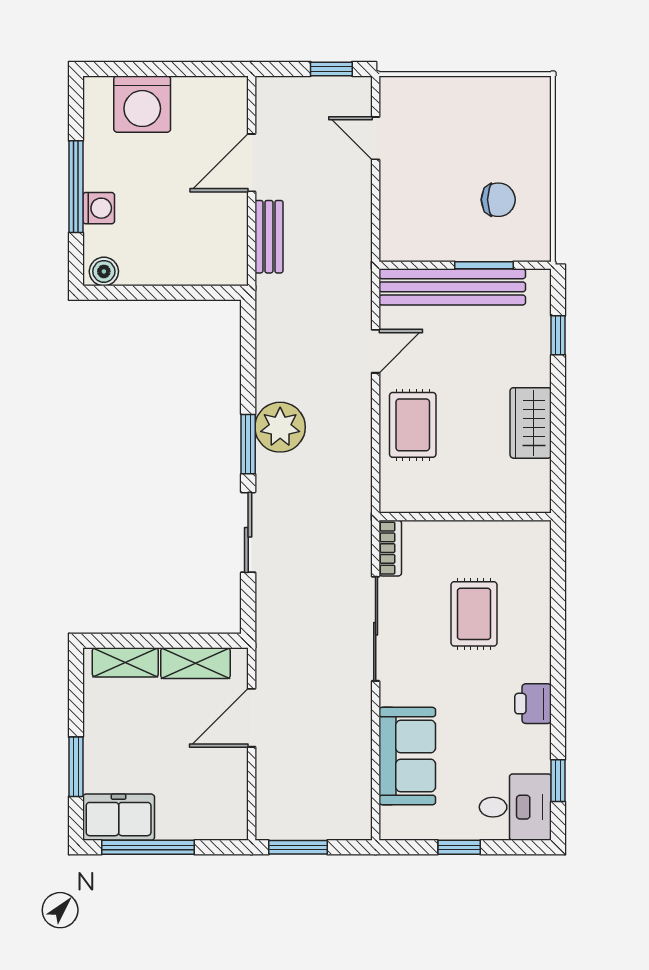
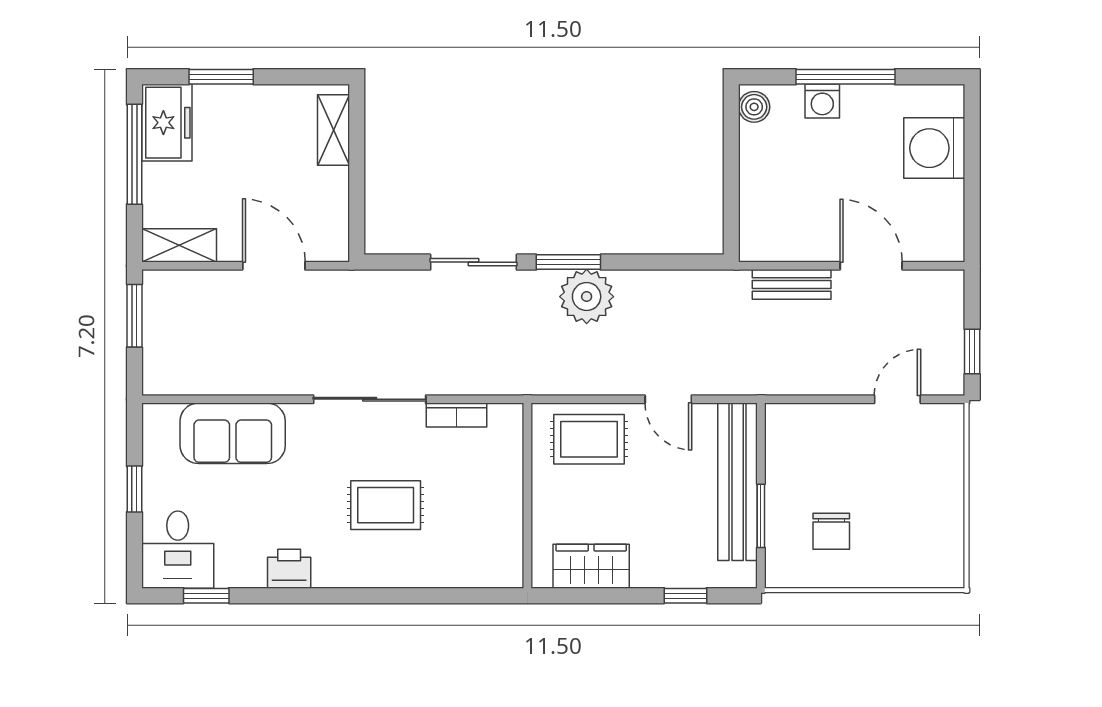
wall: (465, 517) -> (527, 496), moved
shelving: (195, 663) -> (179, 245), moved, turned 90

